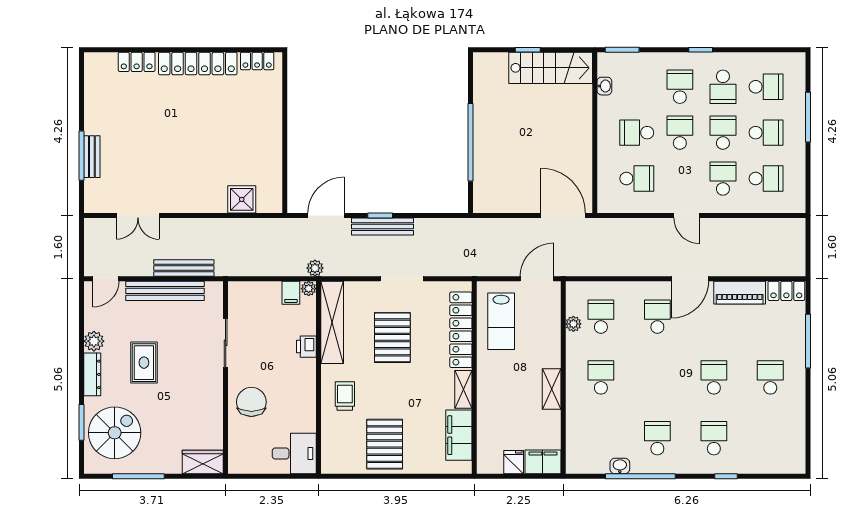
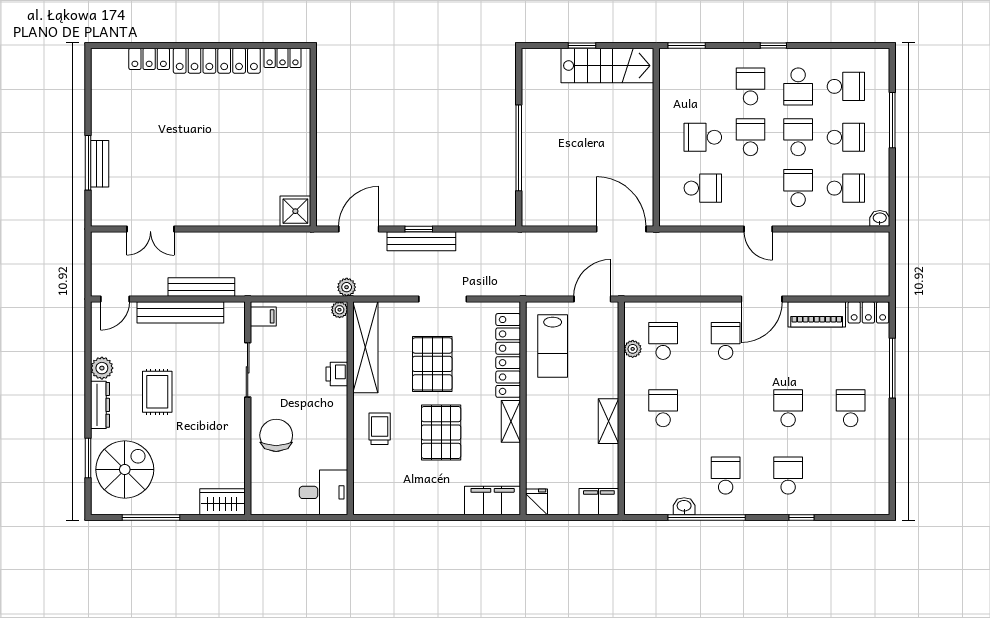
washbasin: (604, 86) -> (880, 218), moved, turned -90
shower: (242, 199) -> (295, 211), moved
filing cabinet: (291, 293) -> (263, 316), moved, turned -90
filing cabinet: (459, 435) -> (493, 500), moved, turned 90
pallet: (385, 444) -> (441, 432), moved
fridge: (514, 462) -> (537, 502), moved

